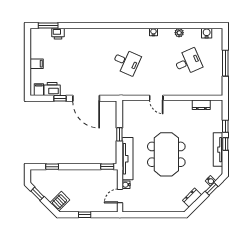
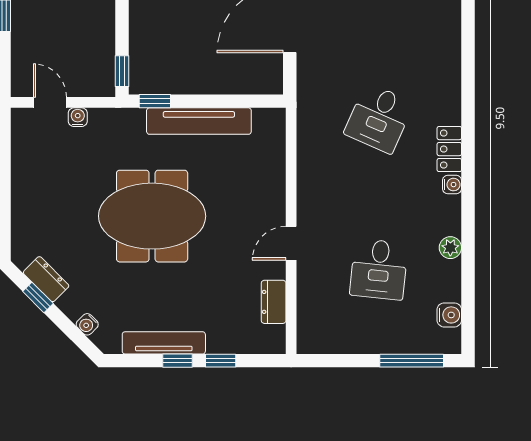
locker: (139, 33) -> (449, 149), added
desk: (188, 62) -> (379, 269), turned 30
window: (225, 63) -> (412, 361), moved
door: (156, 98) -> (291, 243), moved
window: (119, 134) -> (155, 101), moved
tv unit: (128, 159) -> (199, 121), moved
window: (212, 189) -> (38, 297), moved

